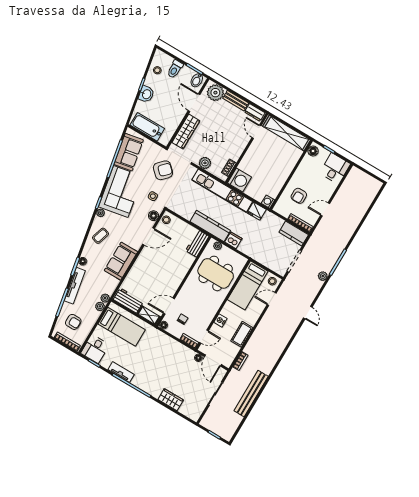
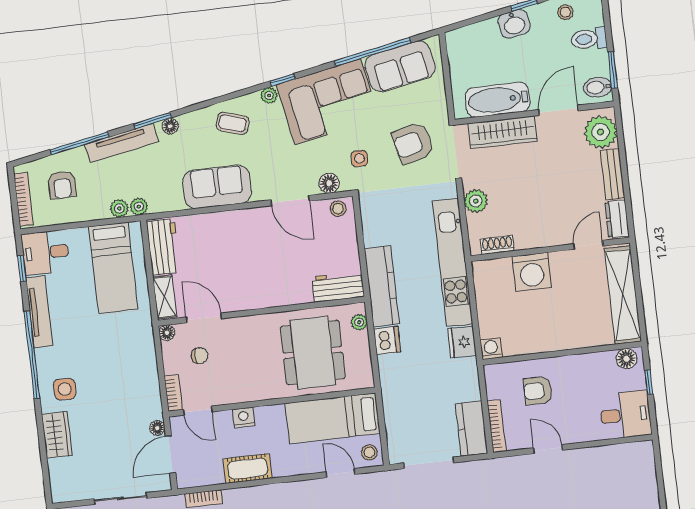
bathtub: (147, 127) -> (498, 100), moved, turned -90
armchair: (163, 170) -> (413, 143), turned 122
washing machine: (239, 180) -> (532, 272), moved
tv unit: (121, 372) -> (39, 312), width x1.41
side table: (155, 383) -> (65, 389), added

